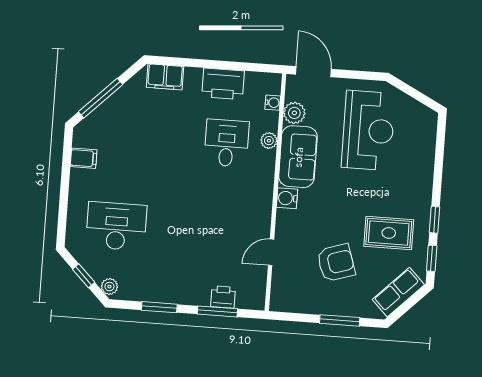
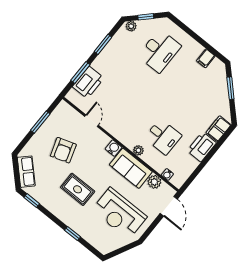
door: (313, 72) -> (169, 206), hinge flipped
printer: (223, 84) -> (202, 147), moved
window: (101, 98) -> (230, 88), width x0.69
plant: (269, 141) -> (138, 150), moved
window: (434, 220) -> (72, 233), moved
rug: (389, 233) -> (78, 189), moved, turned 90
printer: (223, 297) -> (88, 82), width x1.87, depth x1.48
window: (340, 320) -> (40, 122), moved

